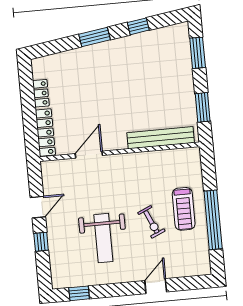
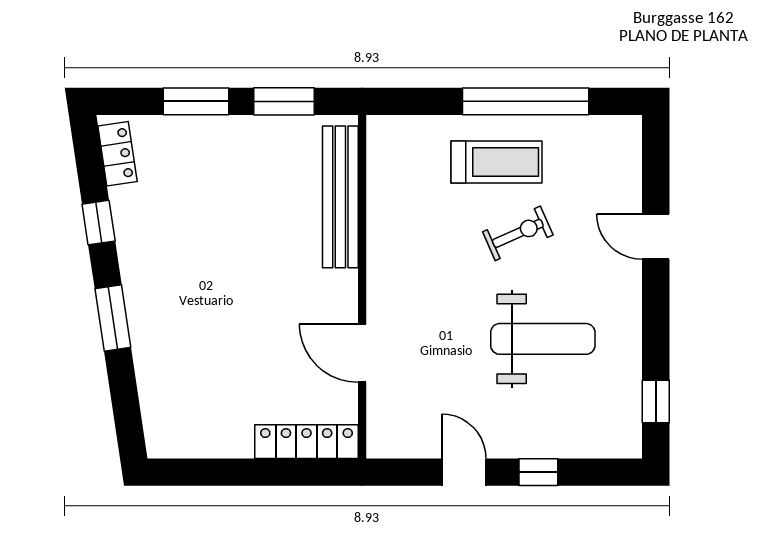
window: (198, 53) -> (196, 101), moved
locker: (41, 93) -> (118, 154), moved, turned 82

